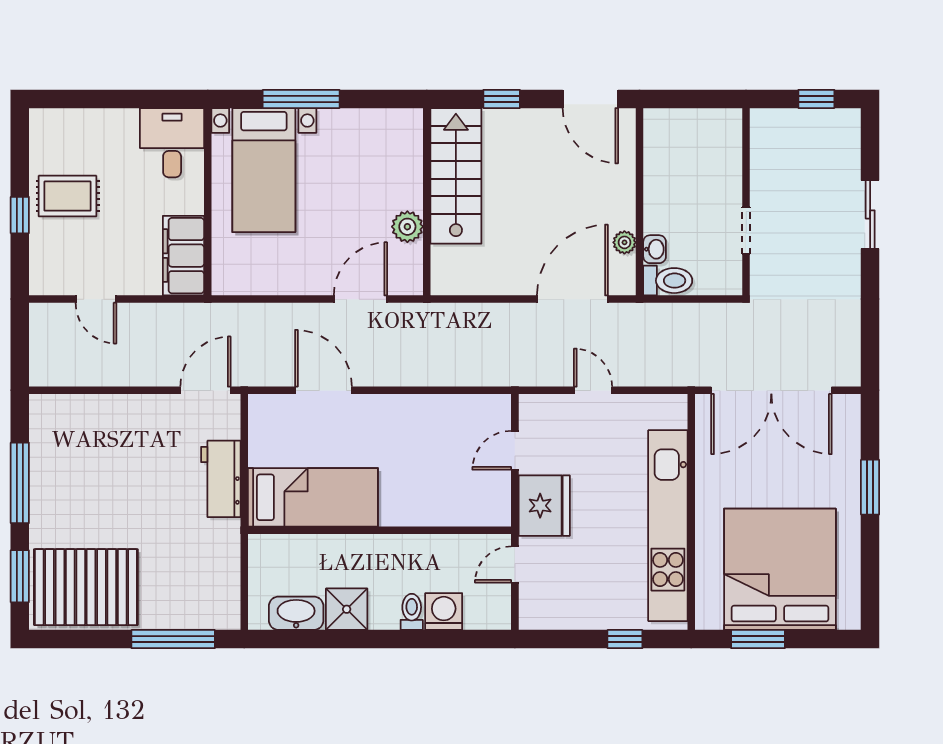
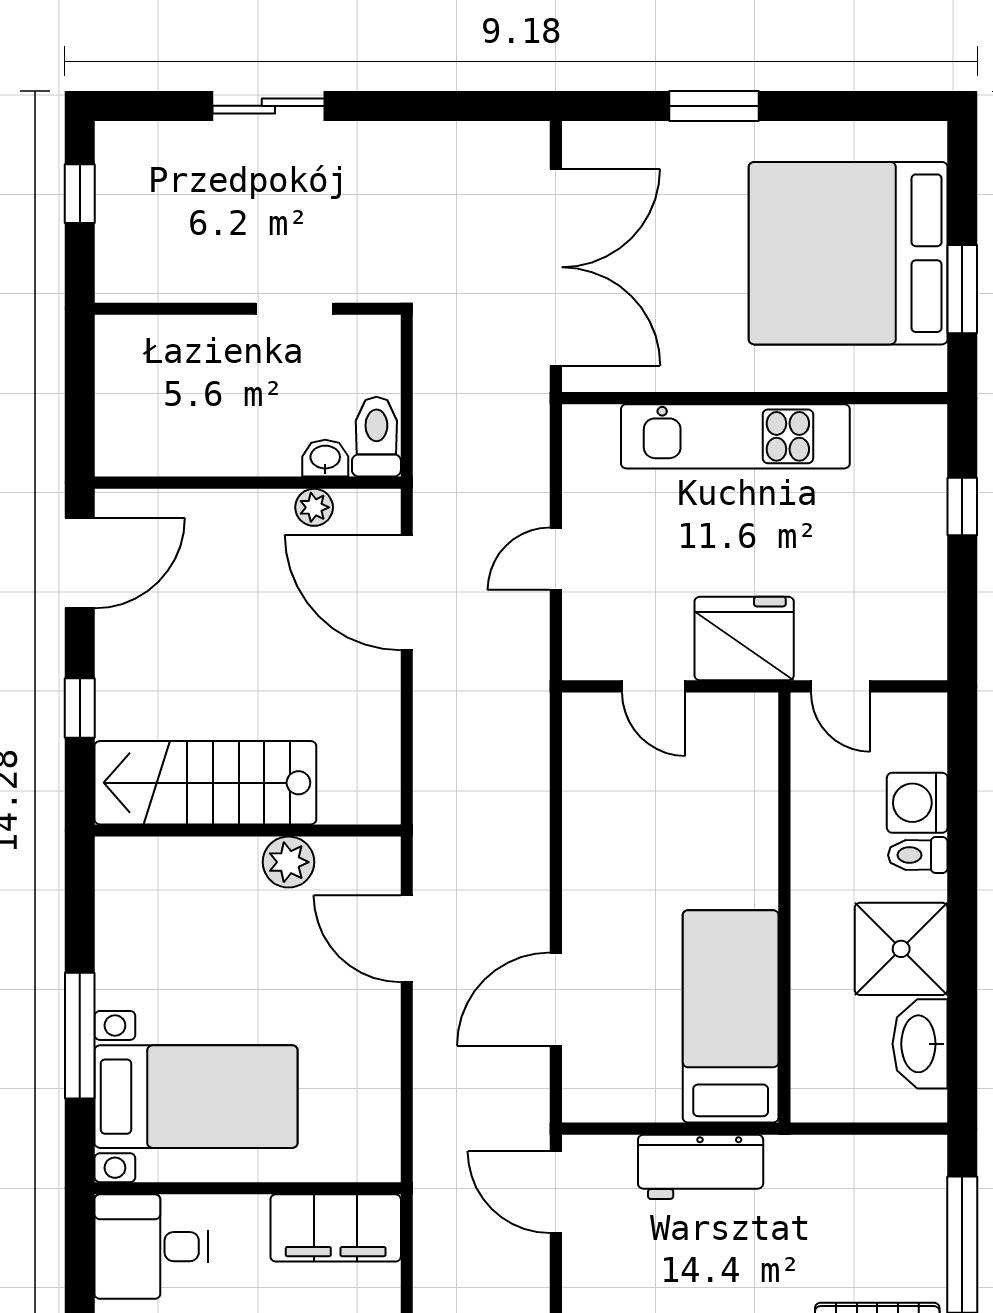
kitchen unit: (668, 526) -> (735, 436), width x0.73
shower: (347, 609) -> (901, 949), width x1.36, depth x1.36

